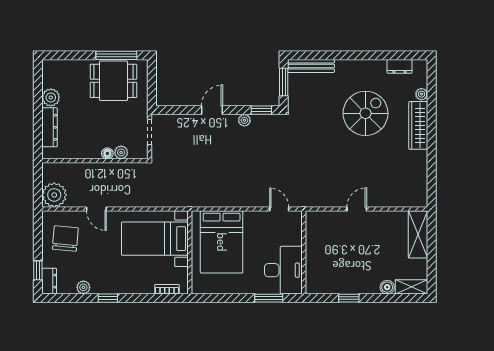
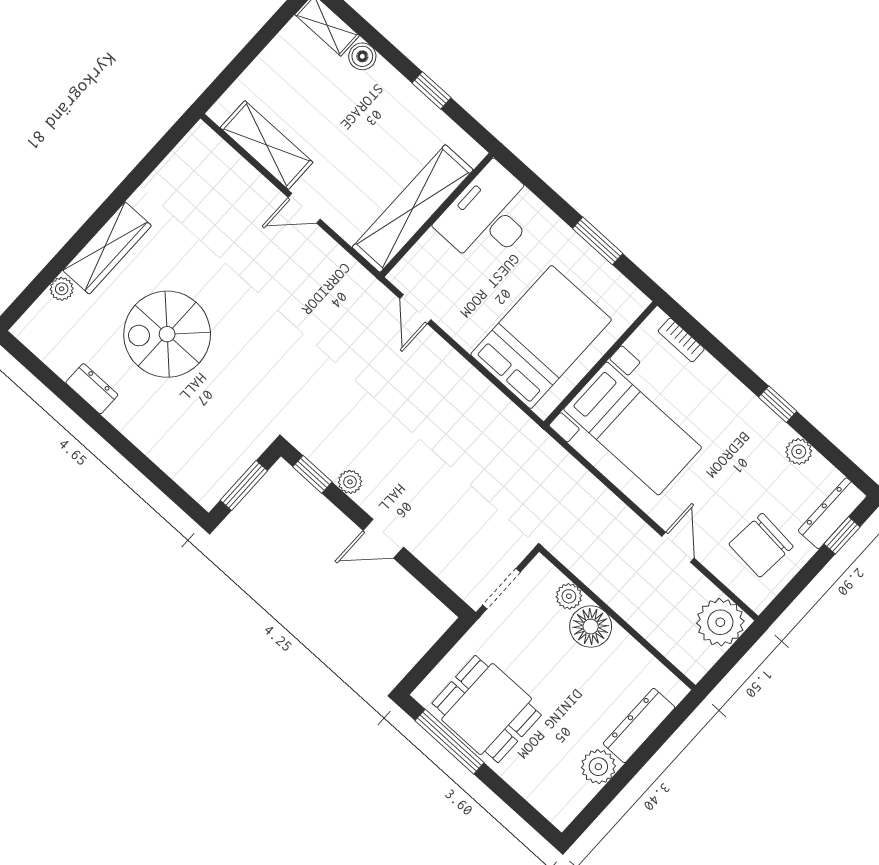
bench: (311, 66) -> (184, 473), removed
dresser: (400, 66) -> (92, 389), moved
floor lamp: (107, 153) -> (591, 627), width x1.89, depth x1.89
shelving: (418, 234) -> (267, 145), moved, turned 90
shelving: (315, 246) -> (413, 209), added
dresser: (49, 281) -> (832, 513), width x1.44
window: (269, 298) -> (598, 241), moved

